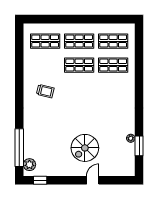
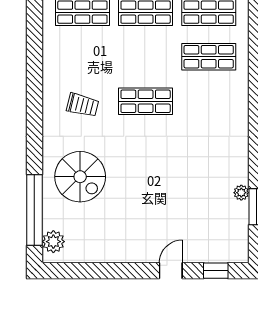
shop shelf: (79, 65) -> (146, 101), moved
spiral stairs: (85, 148) -> (80, 177), moved, turned -90
window: (40, 180) -> (216, 271), moved

